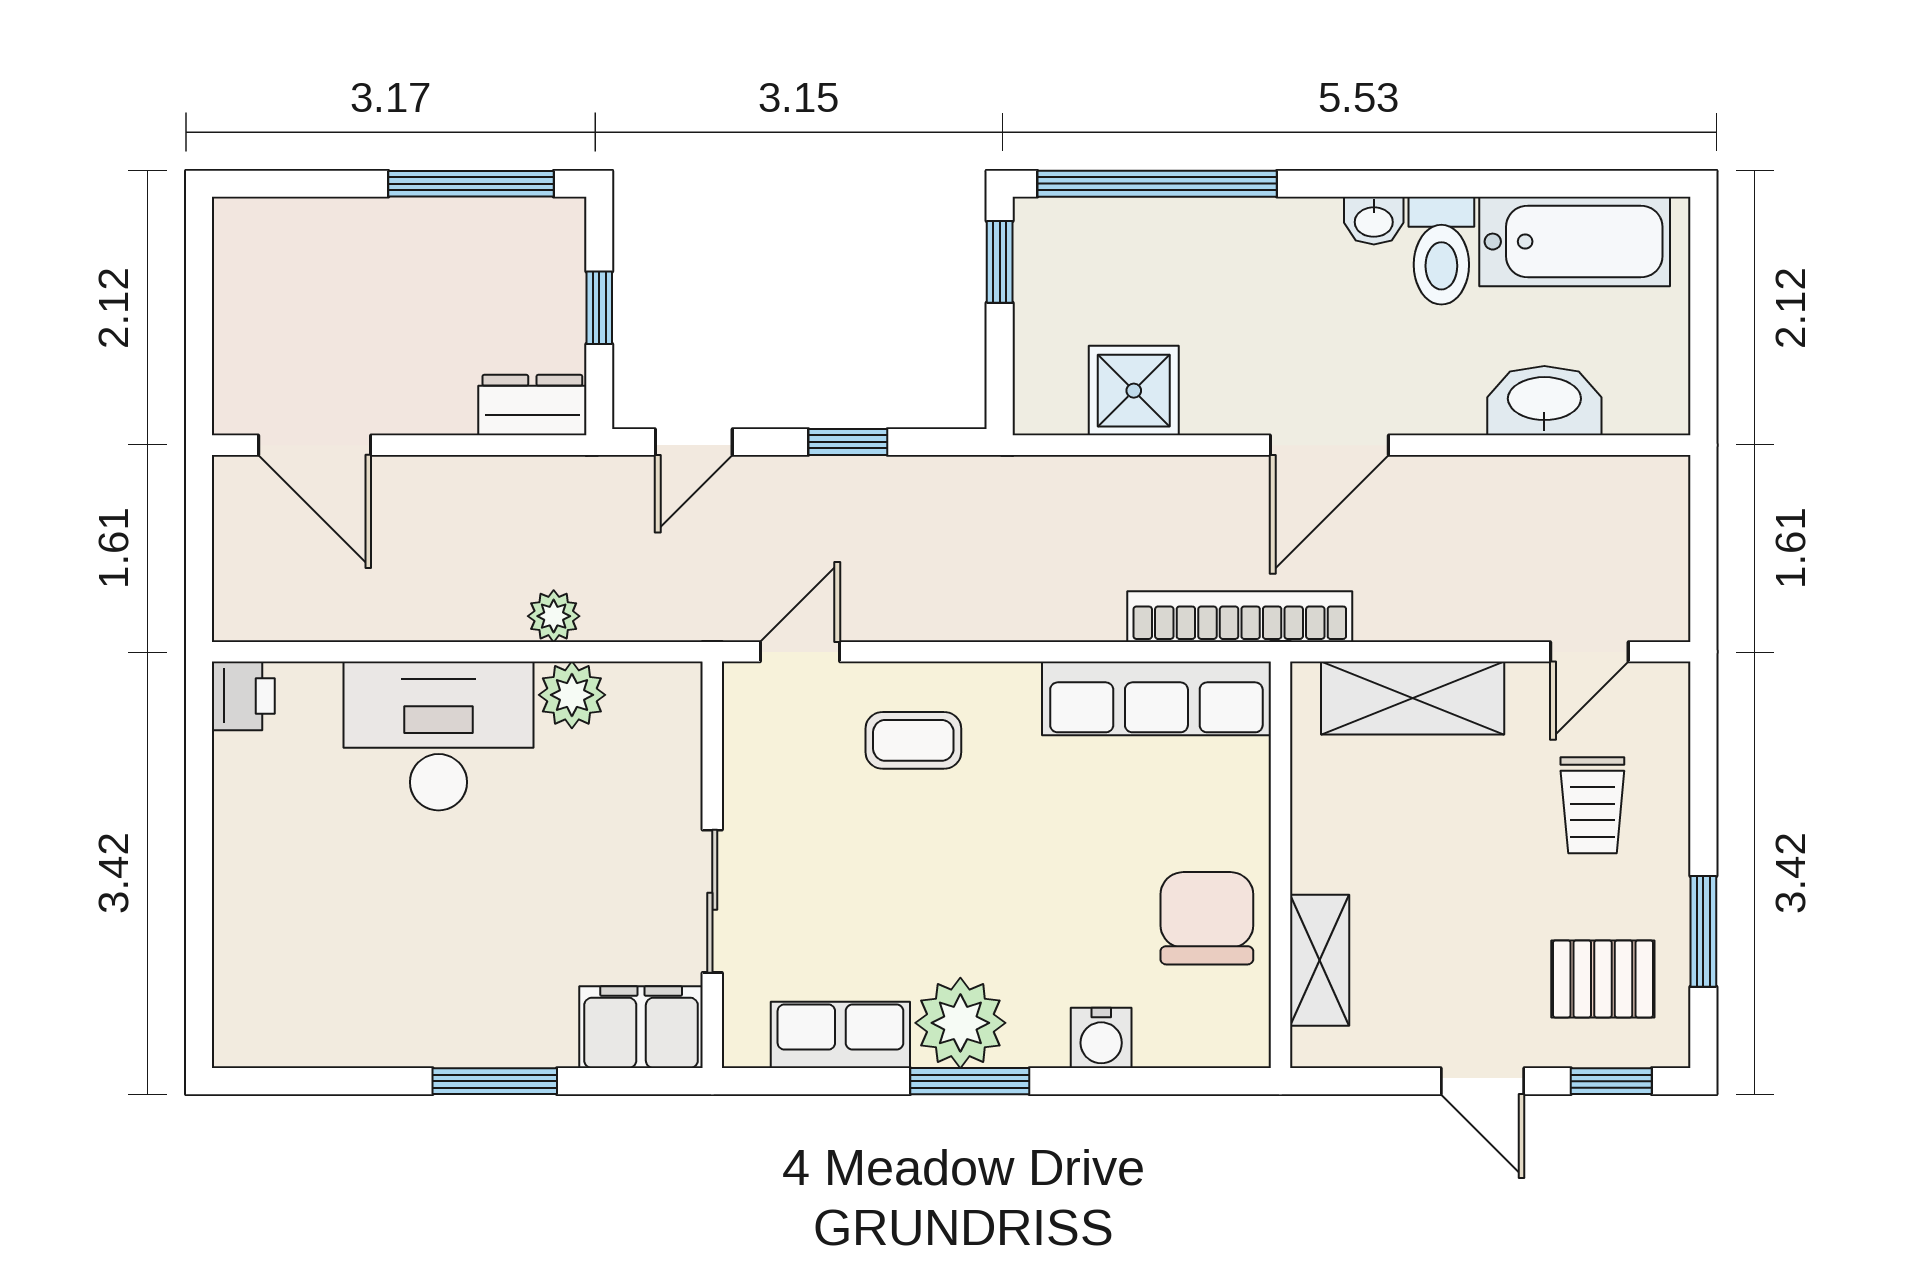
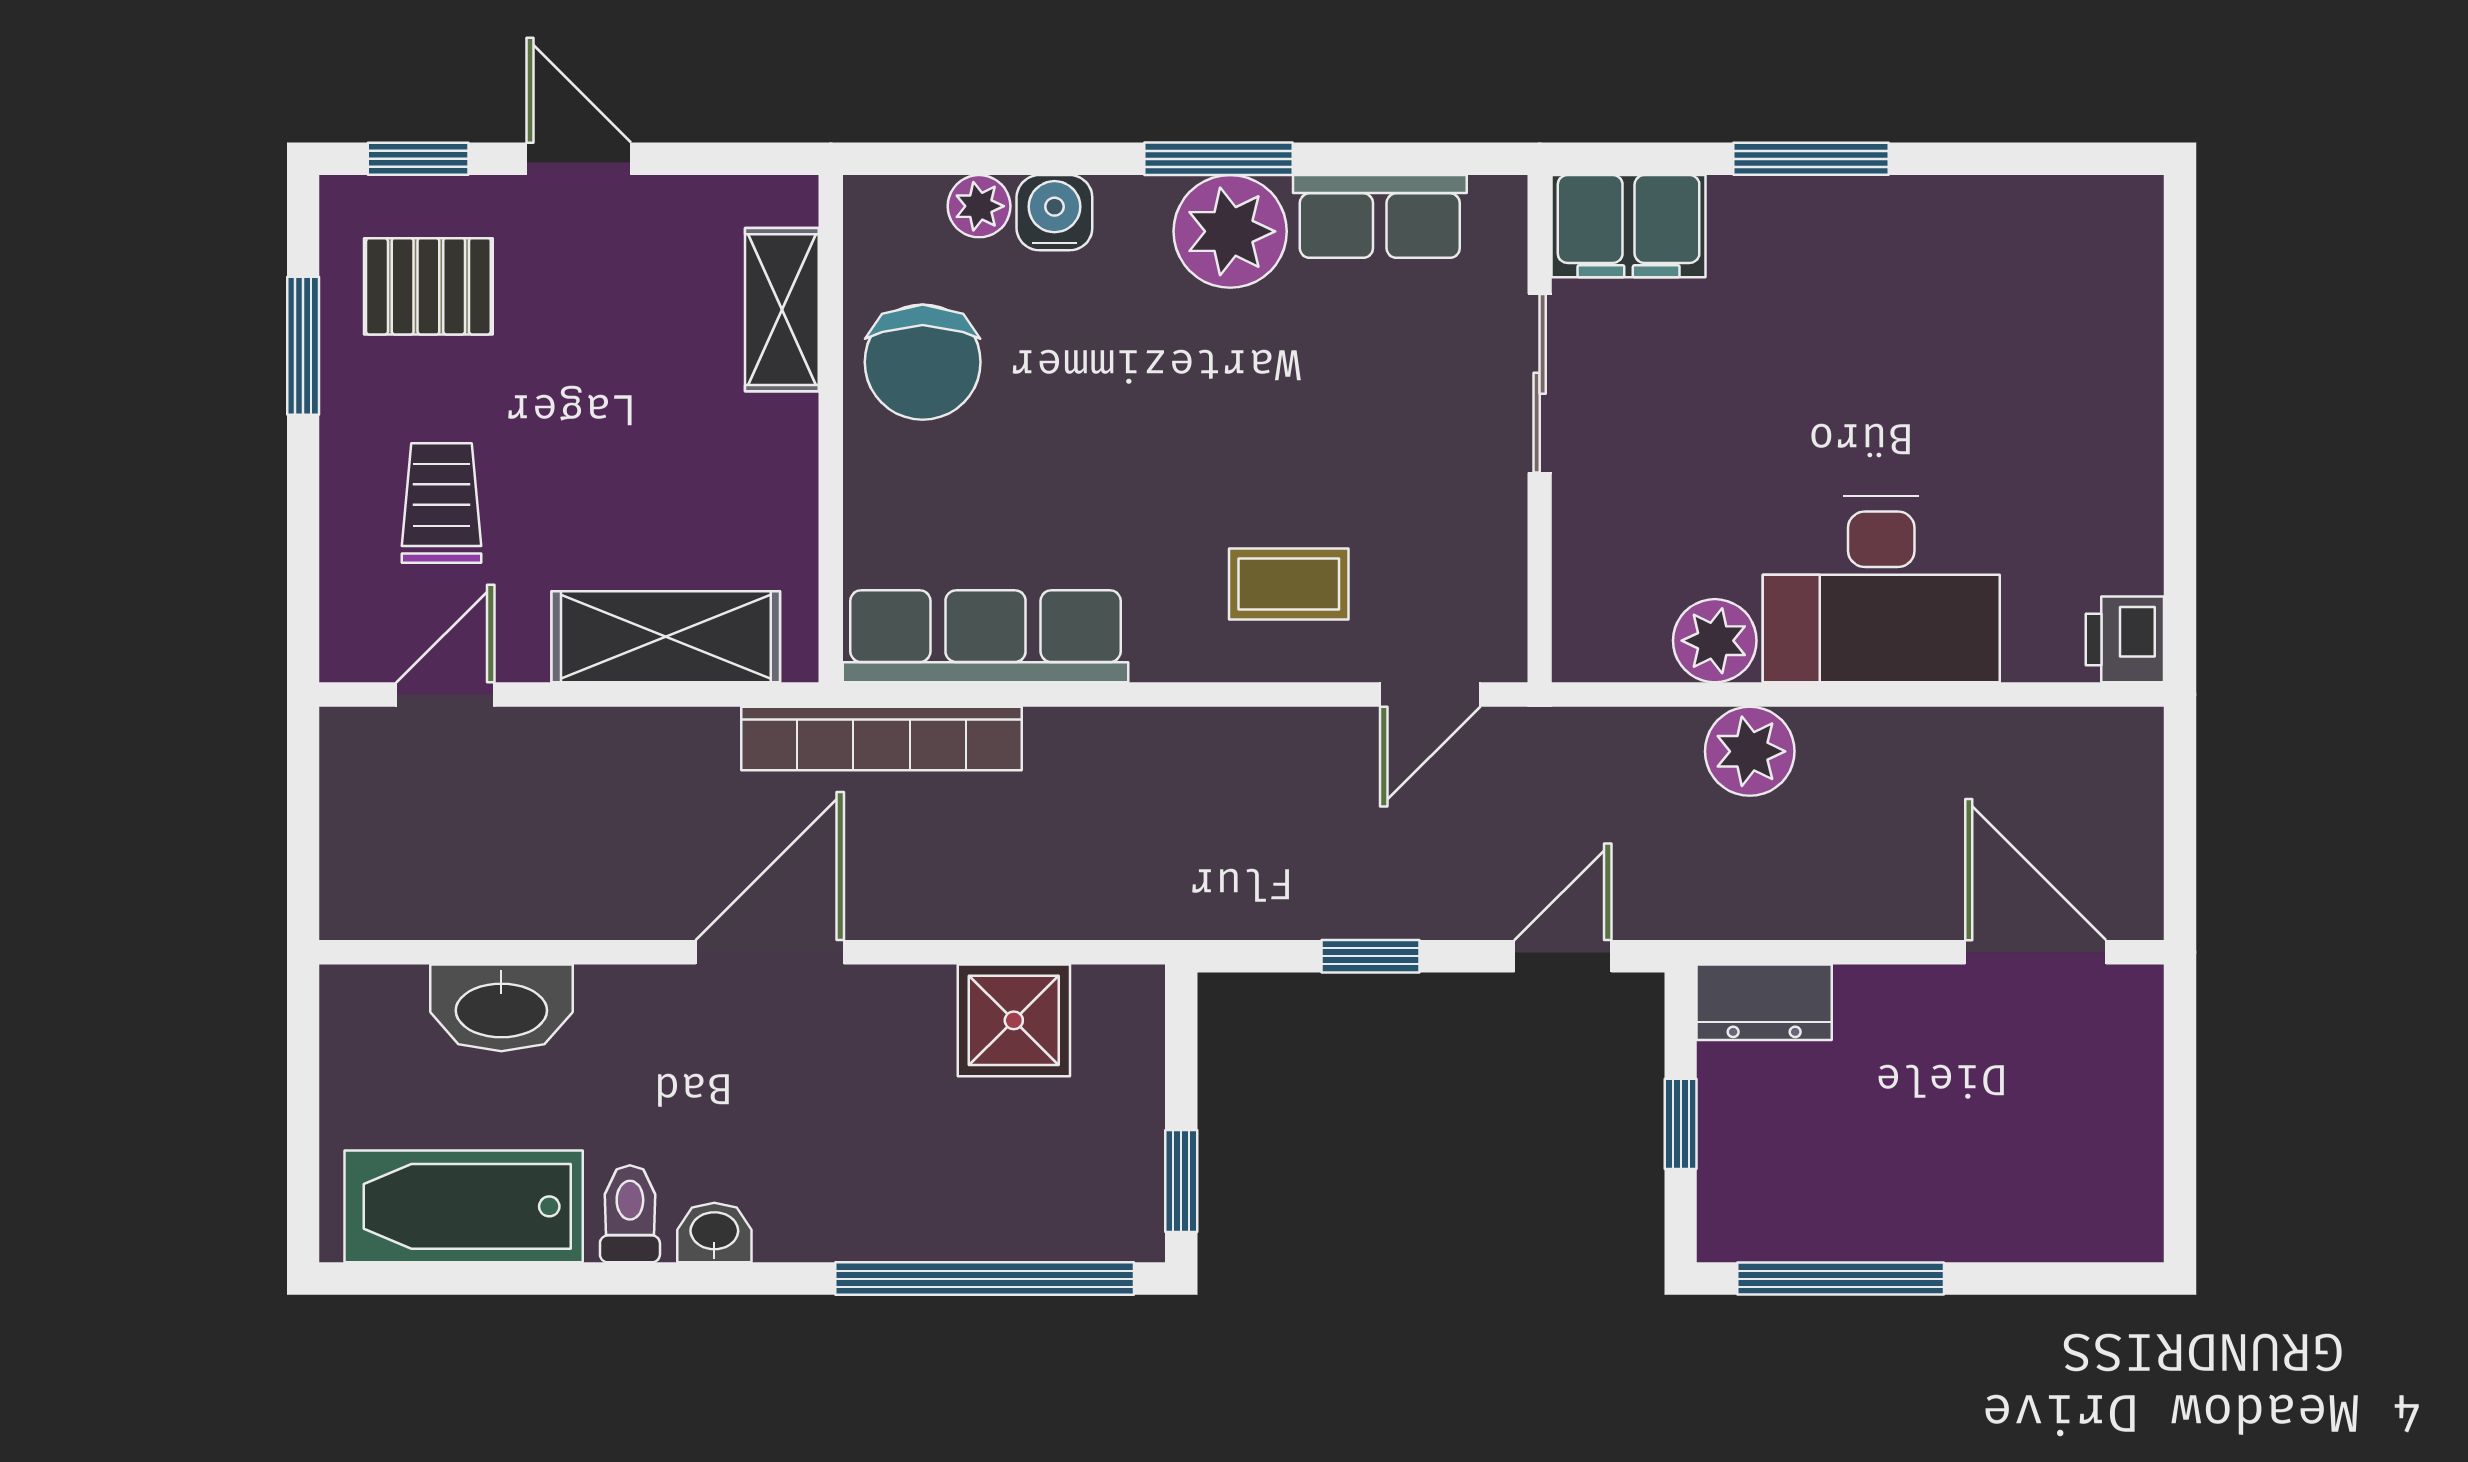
toilet: (1441, 251) -> (630, 1214), width x0.73, depth x0.72
plant: (554, 616) -> (1750, 751), width x1.38, depth x1.38
plant: (1162, 1043) -> (979, 206), added

